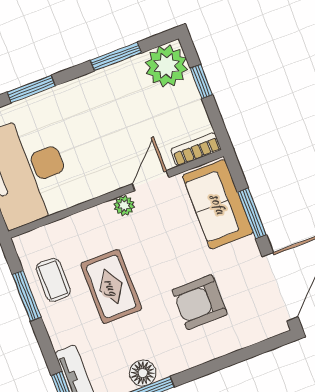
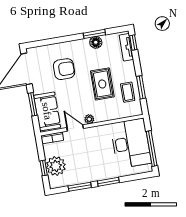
plant: (166, 66) -> (56, 166), moved
window: (31, 89) -> (108, 182), moved
door: (151, 181) -> (75, 128), swing flipped

